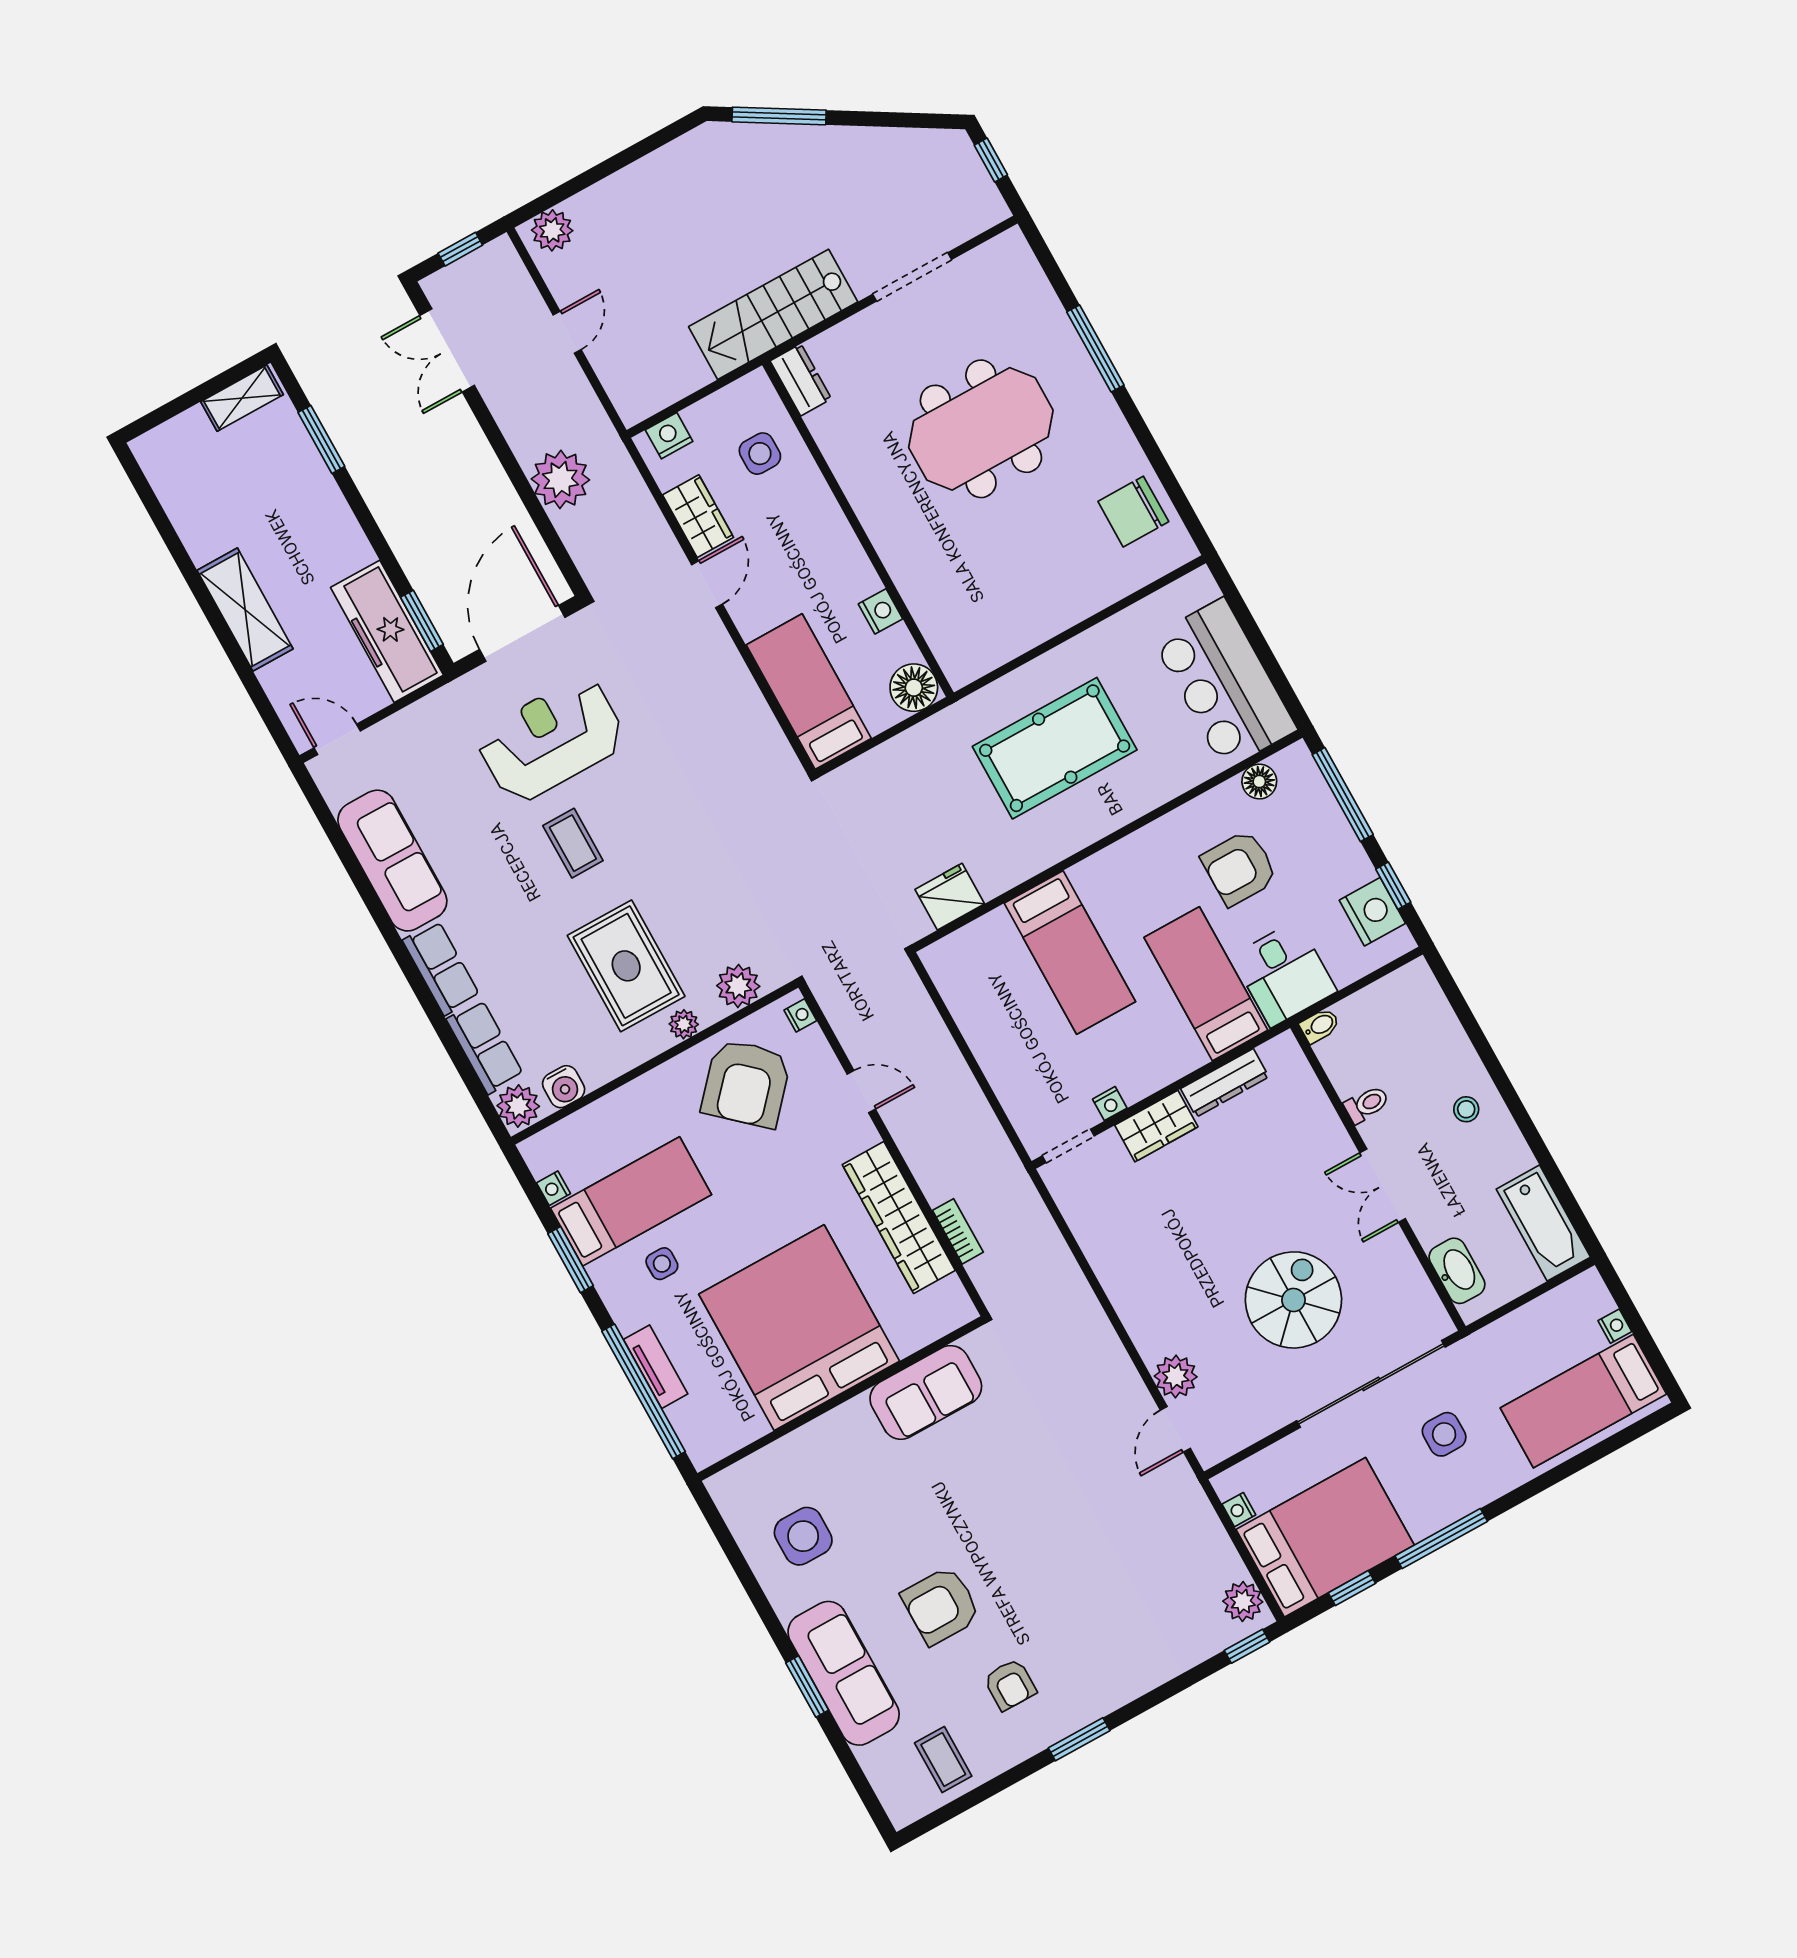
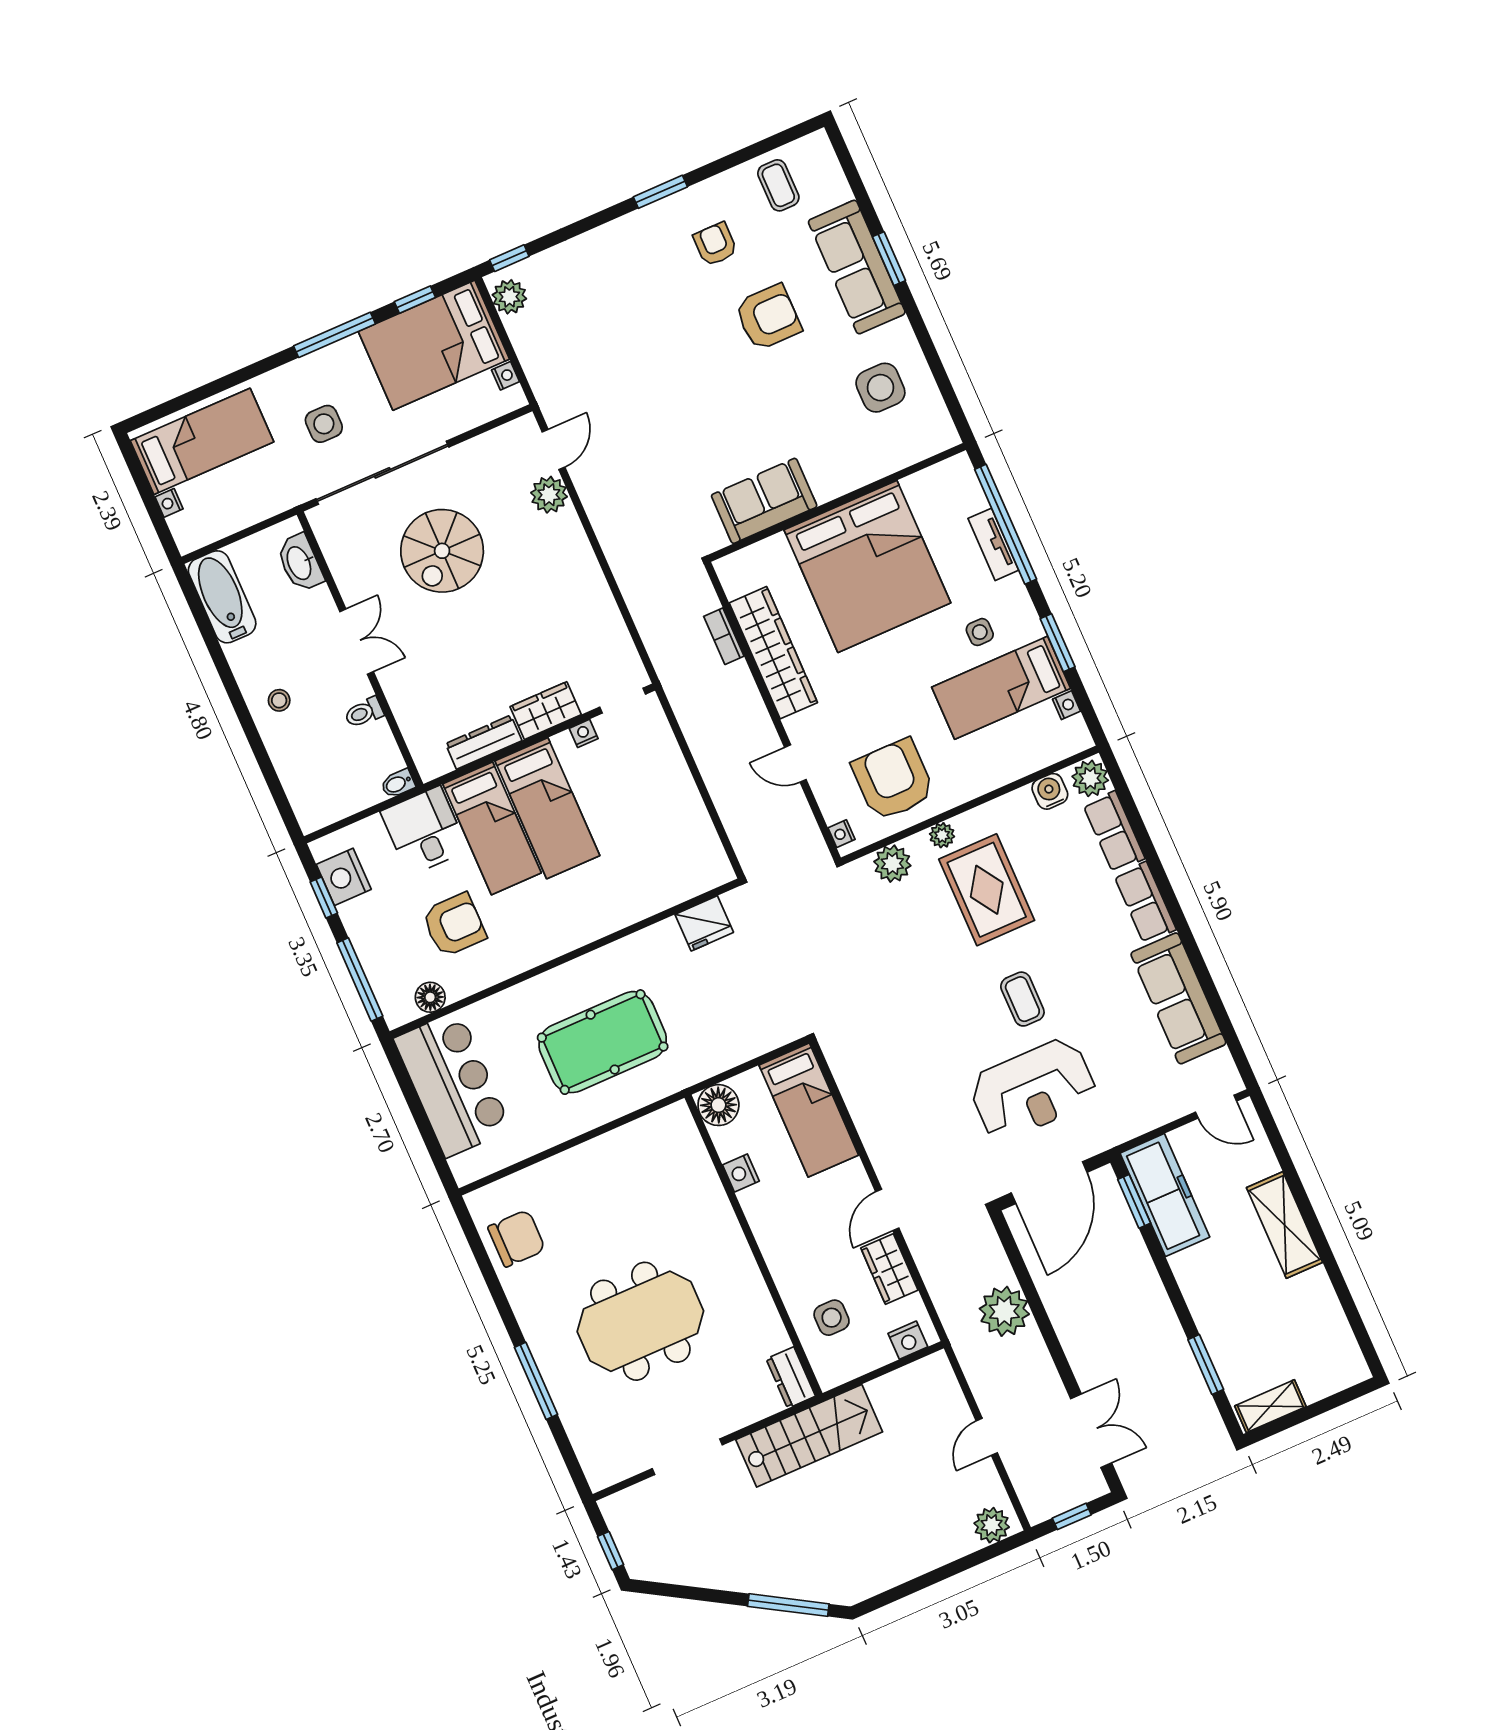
bed: (1070, 952) -> (547, 808), moved, turned 180
armchair: (746, 1083) -> (893, 780), turned -42

